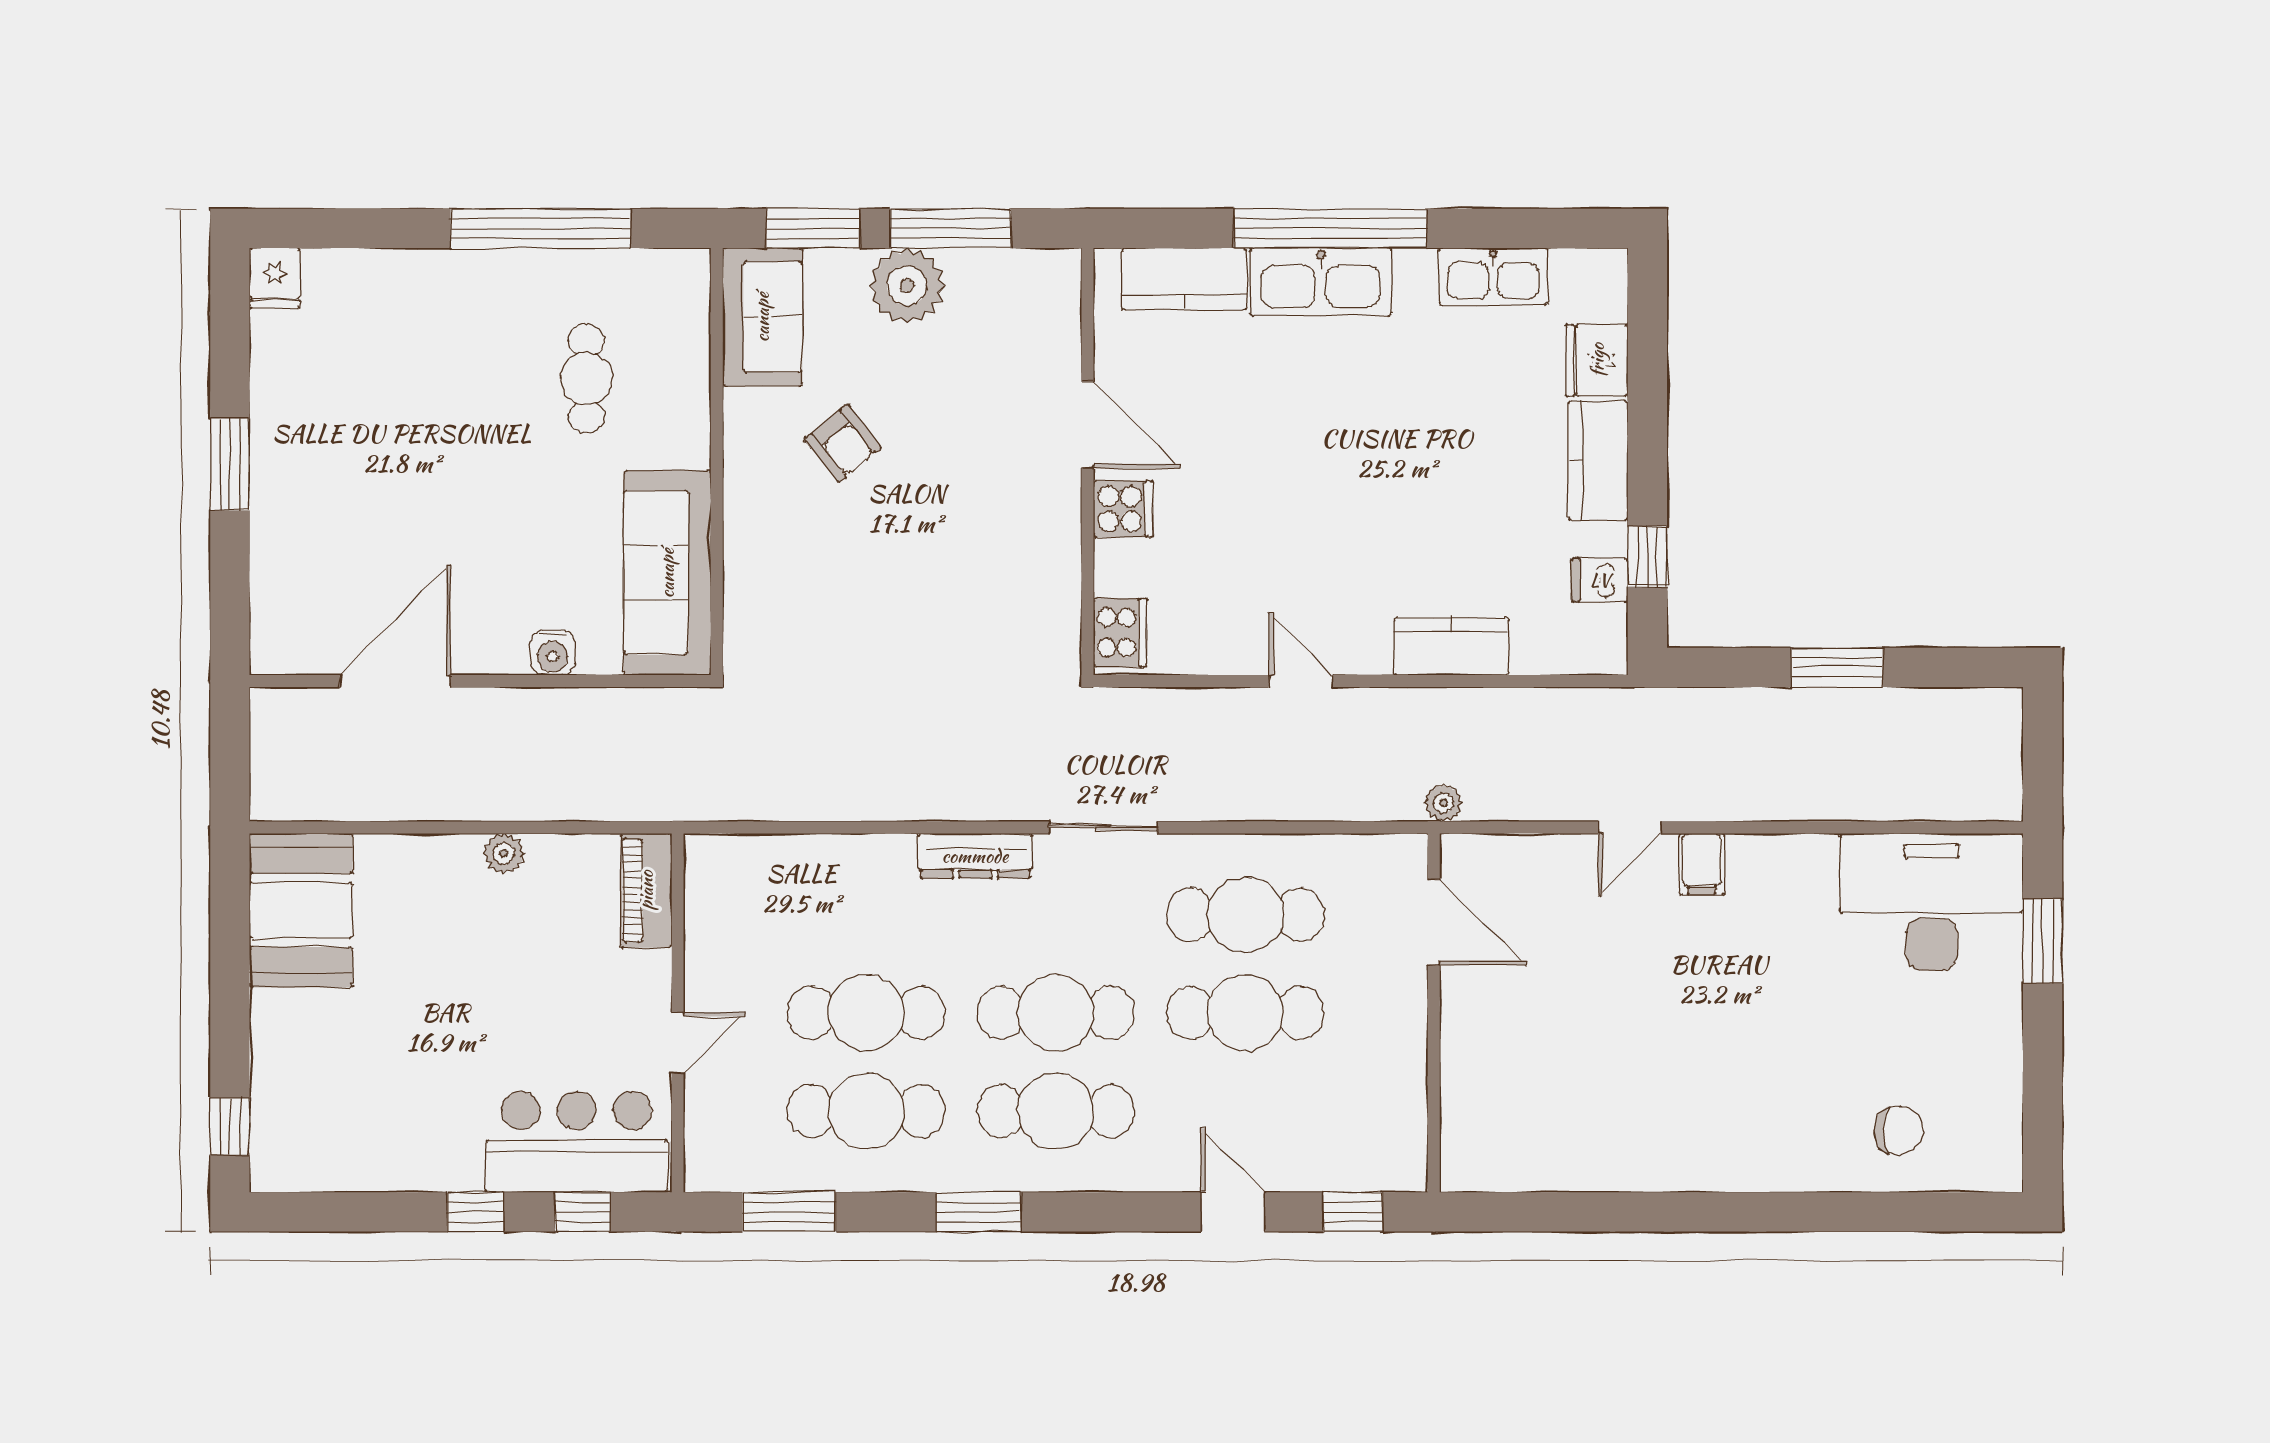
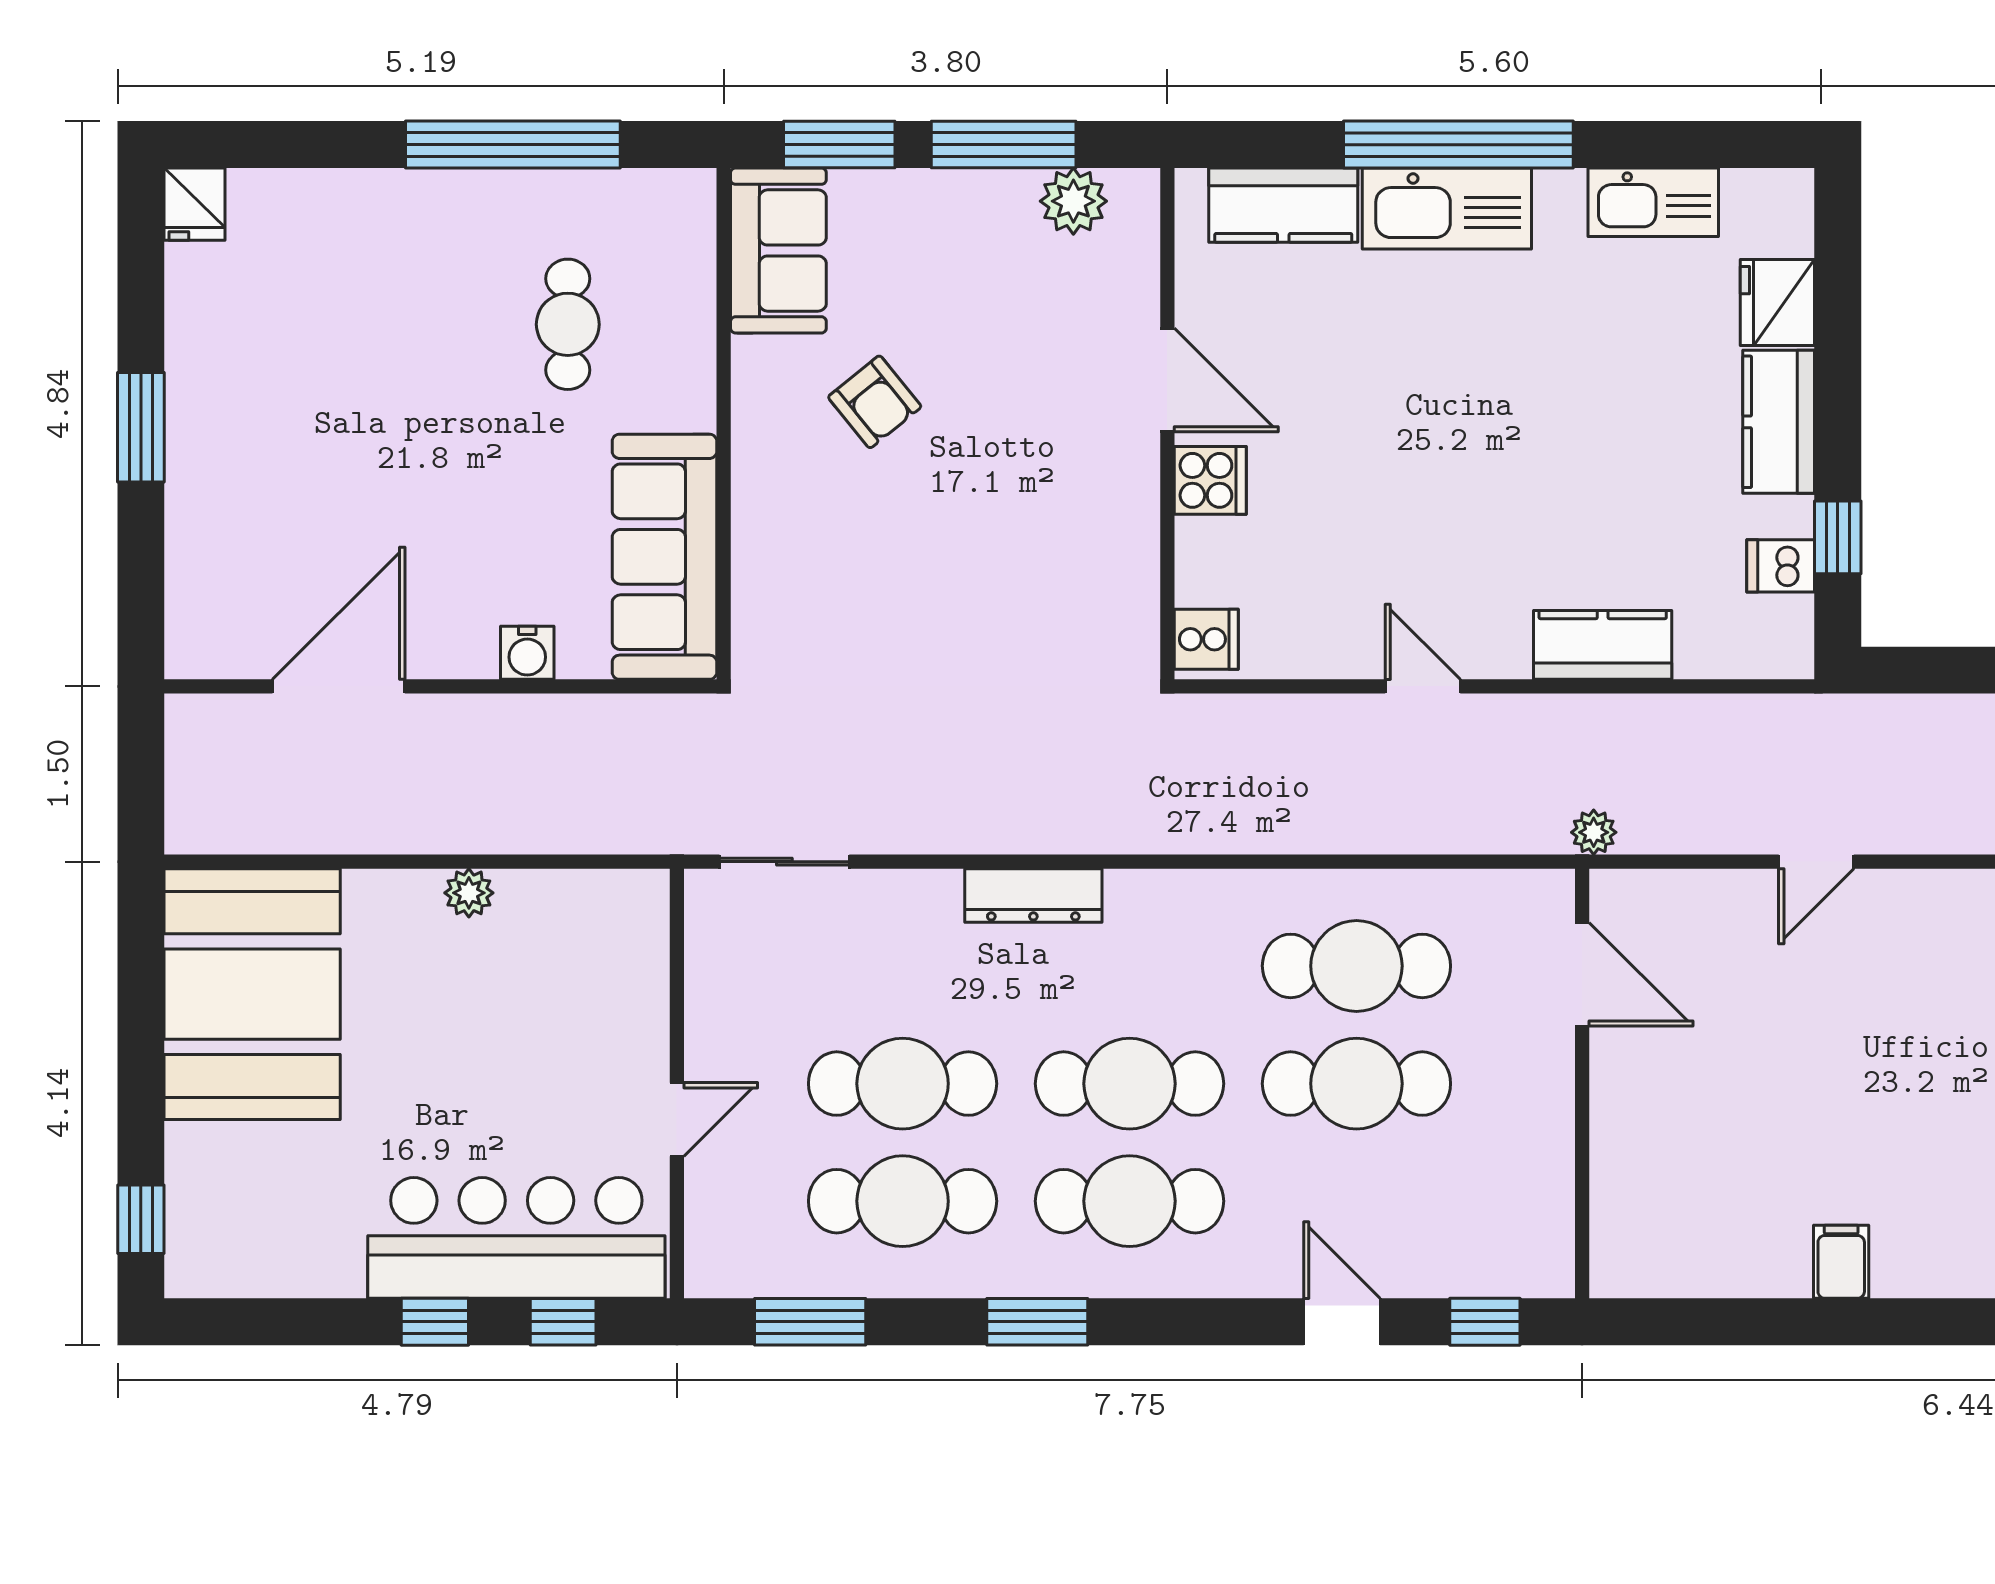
plant: (907, 286) -> (1073, 201), moved, width x0.73, depth x0.73
cooker: (1120, 632) -> (1206, 639), width x0.73
sliding door: (1103, 827) -> (784, 862), moved
filing cabinet: (1702, 864) -> (1841, 1262), moved, turned 180
piano: (646, 890) -> (639, 937), removed
booth: (301, 910) -> (252, 994), width x1.36, depth x1.42
bar counter: (577, 1142) -> (516, 1238), width x1.36

